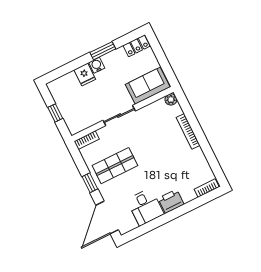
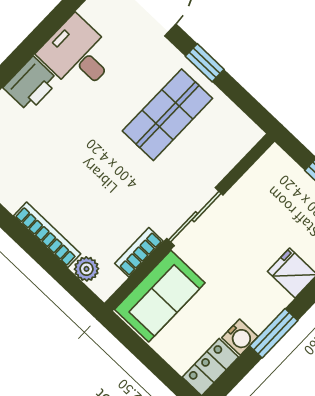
water cooler: (97, 65) -> (240, 337), moved
plant: (171, 99) -> (86, 269), moved
bookcase: (87, 140) -> (139, 252), moved

